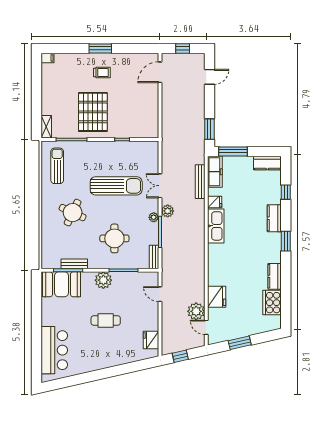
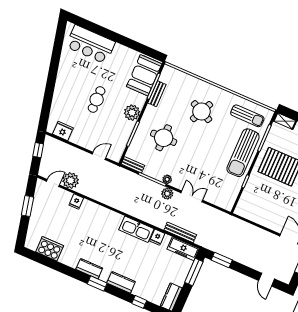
sun lounger: (116, 186) -> (243, 153), moved
kitchen counter: (275, 276) -> (89, 269), moved
fridge: (217, 297) -> (76, 202), width x0.53, depth x0.75

